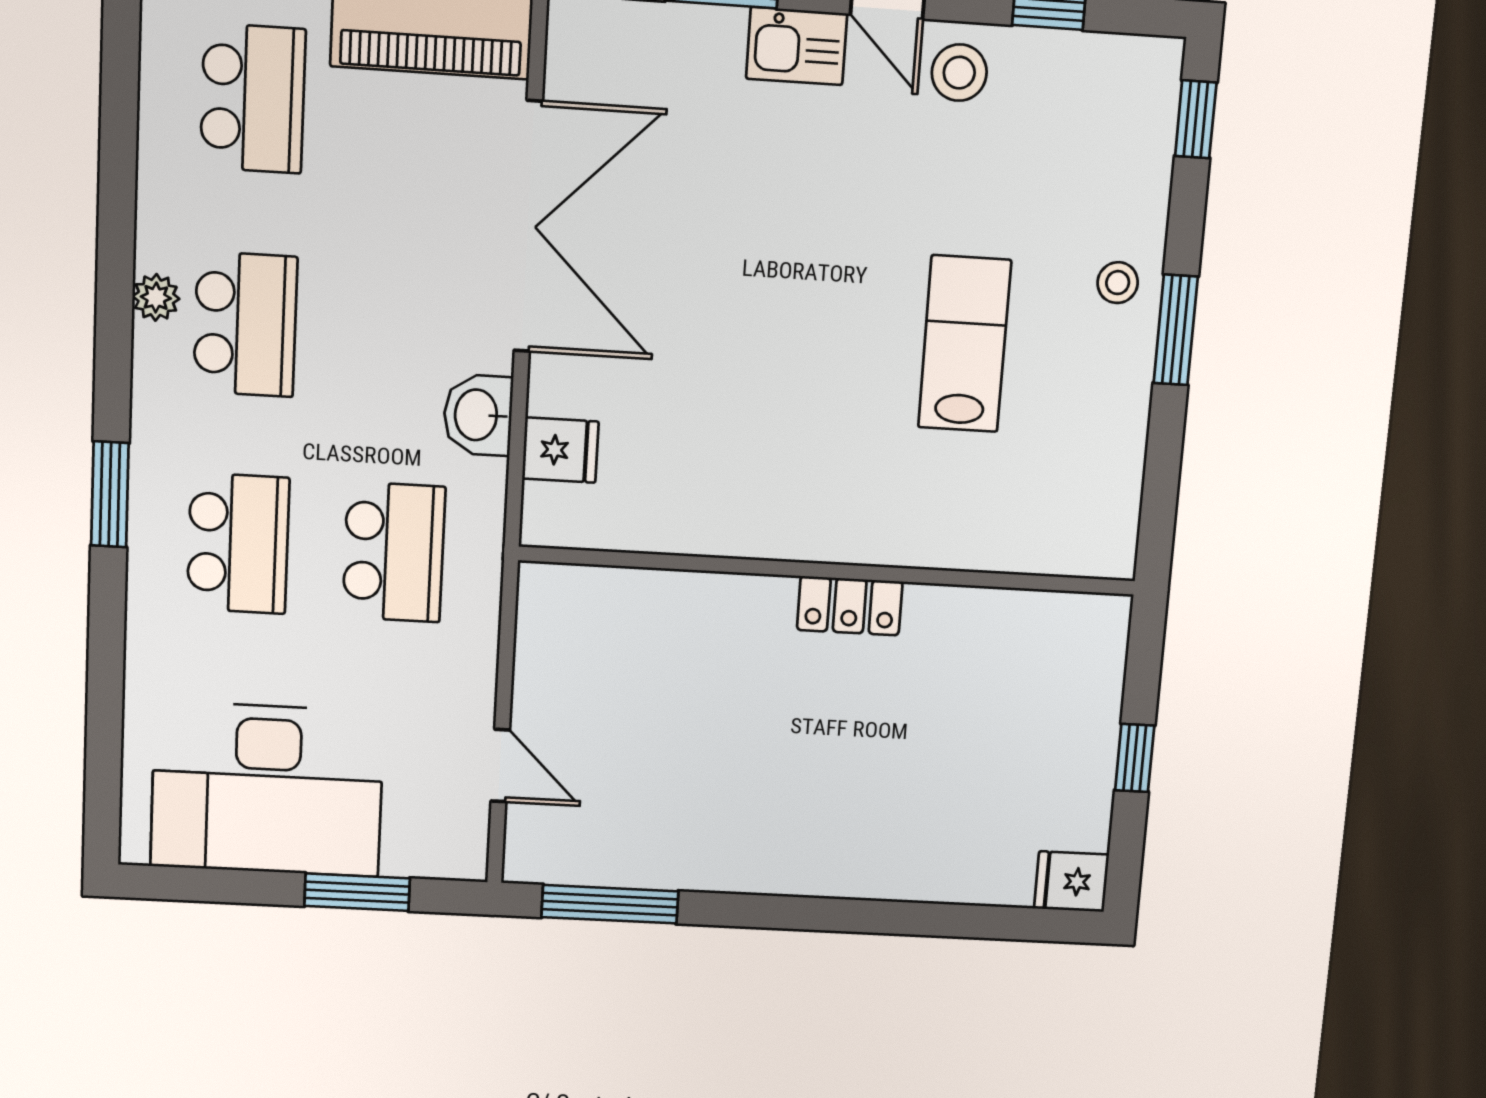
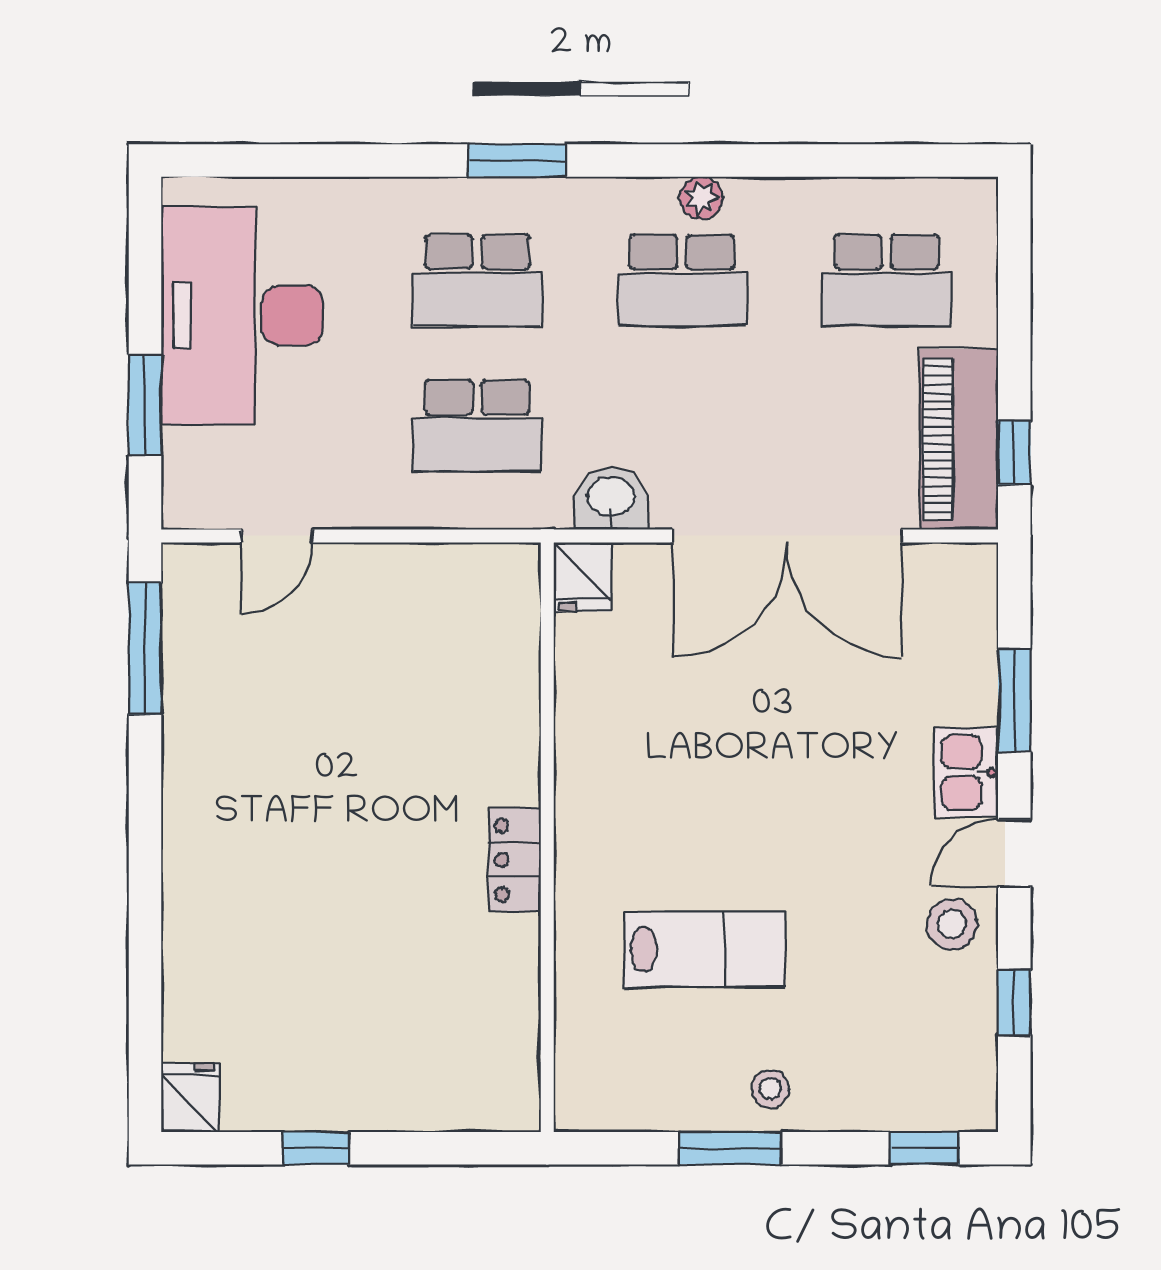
wall: (829, 571) -> (547, 837), moved
locker: (850, 606) -> (515, 860), moved

